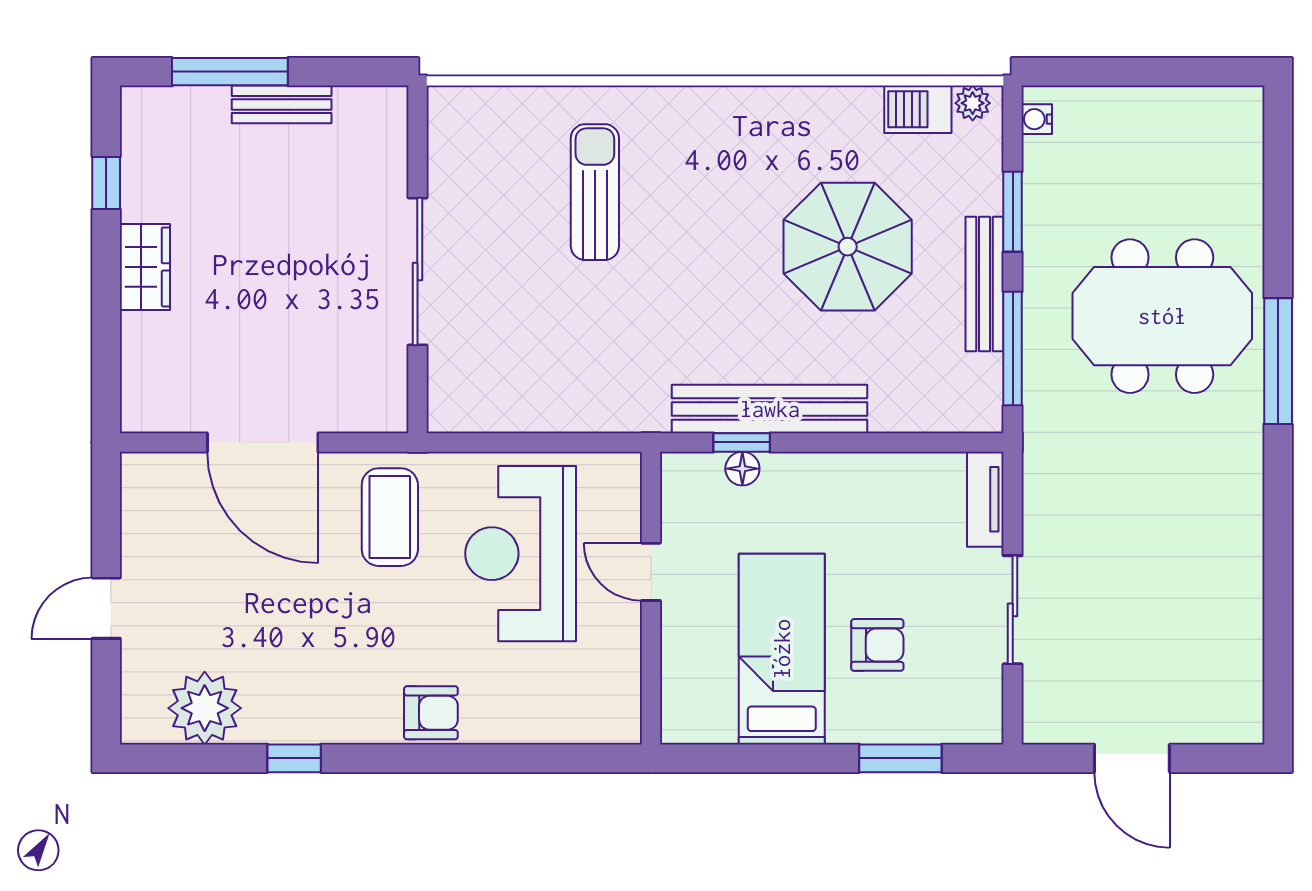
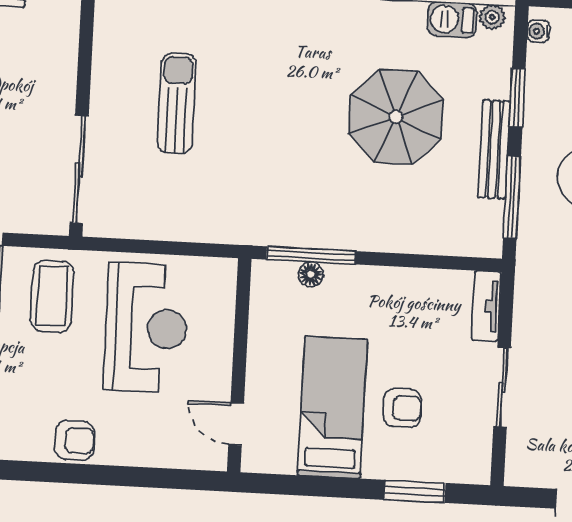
sun lounger: (595, 192) -> (177, 103), moved
sliding door: (417, 271) -> (79, 169), moved
bench: (770, 409) -> (333, 232), removed
window: (742, 442) -> (311, 255), width x2.17
reception desk: (521, 554) -> (146, 328), turned 180
door: (651, 572) -> (236, 424), moved

